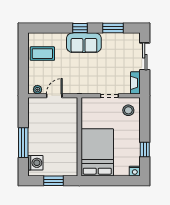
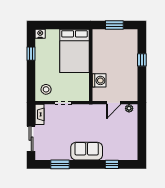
window: (80, 28) -> (112, 164), moved
coffee table: (42, 54) -> (125, 141), removed
window: (23, 143) -> (142, 60), width x0.46
washing machine: (35, 163) -> (99, 80), moved, turned 180

